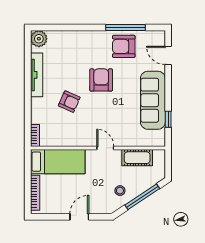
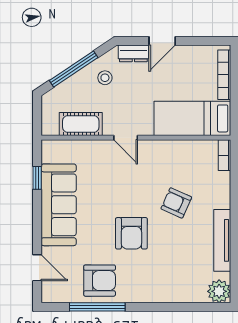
dresser: (100, 208) -> (133, 53), added

